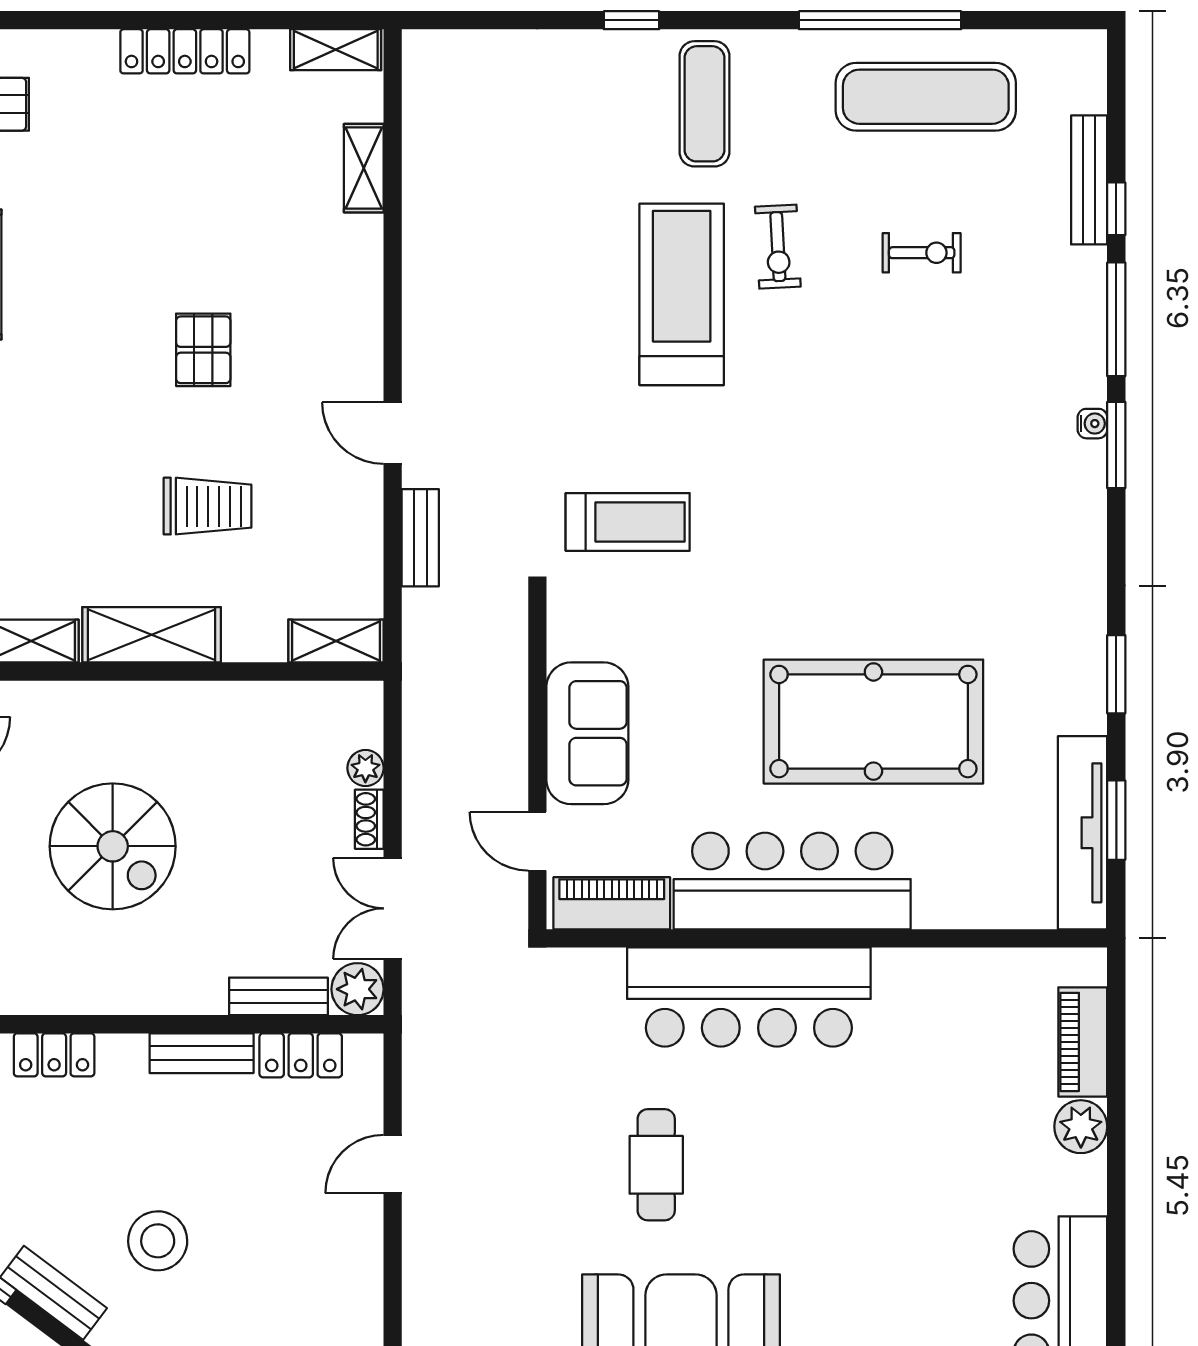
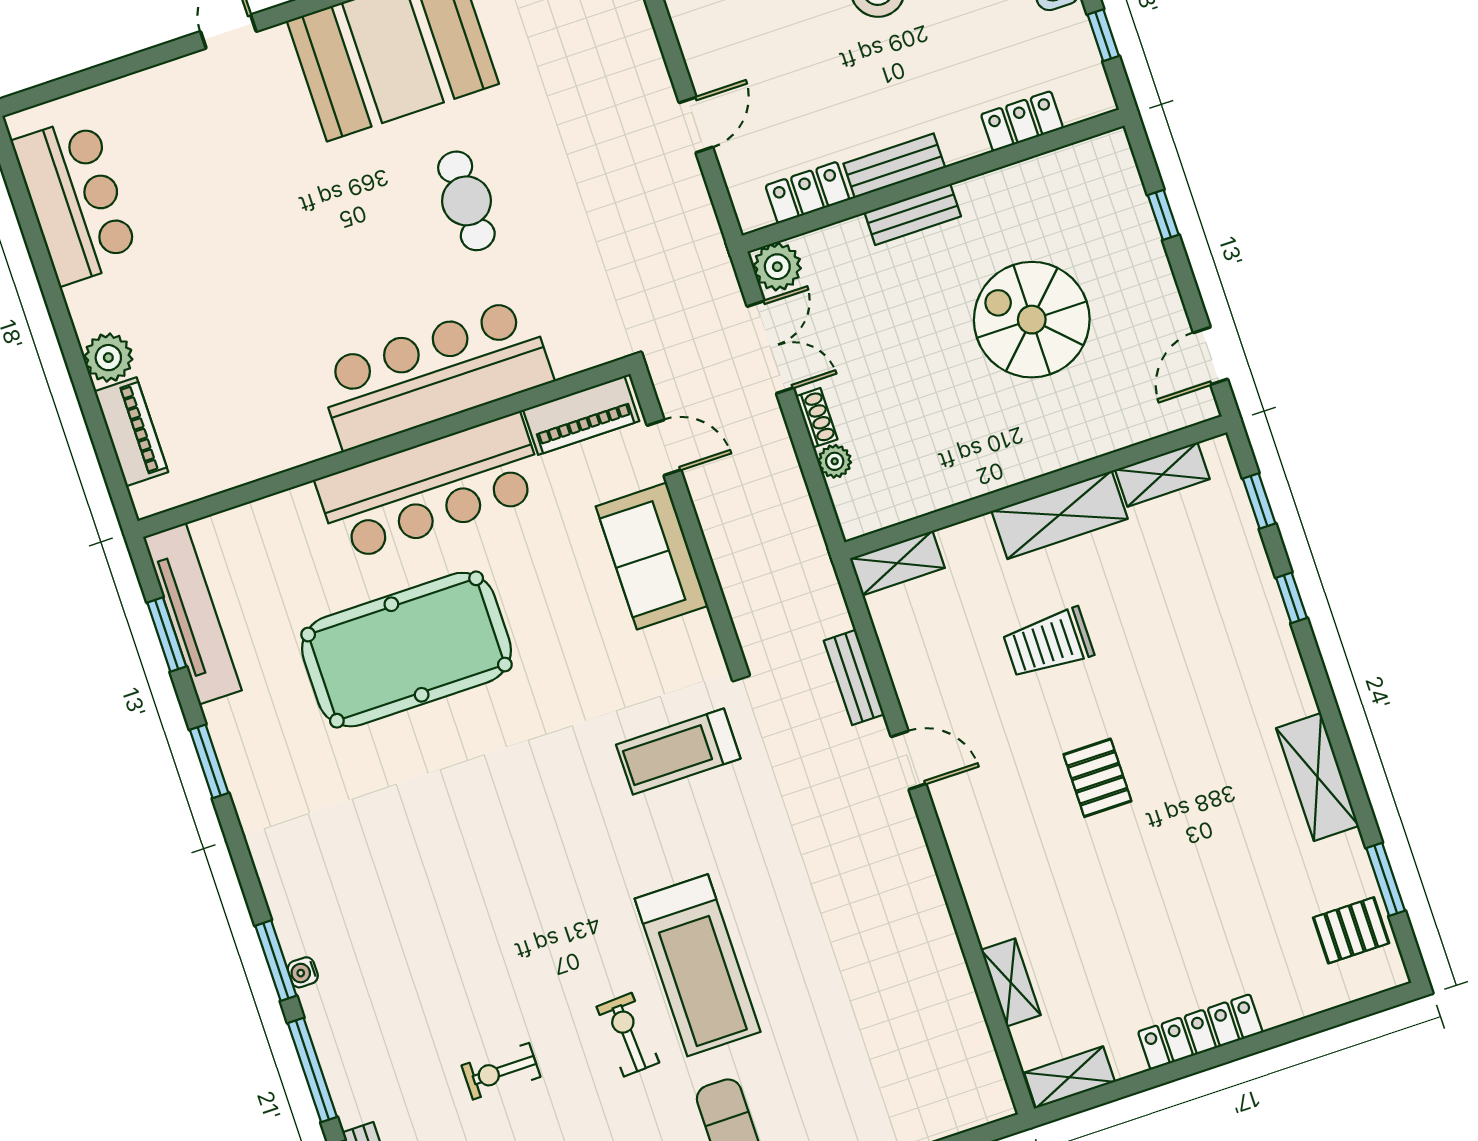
bench: (278, 996) -> (913, 214), moved

